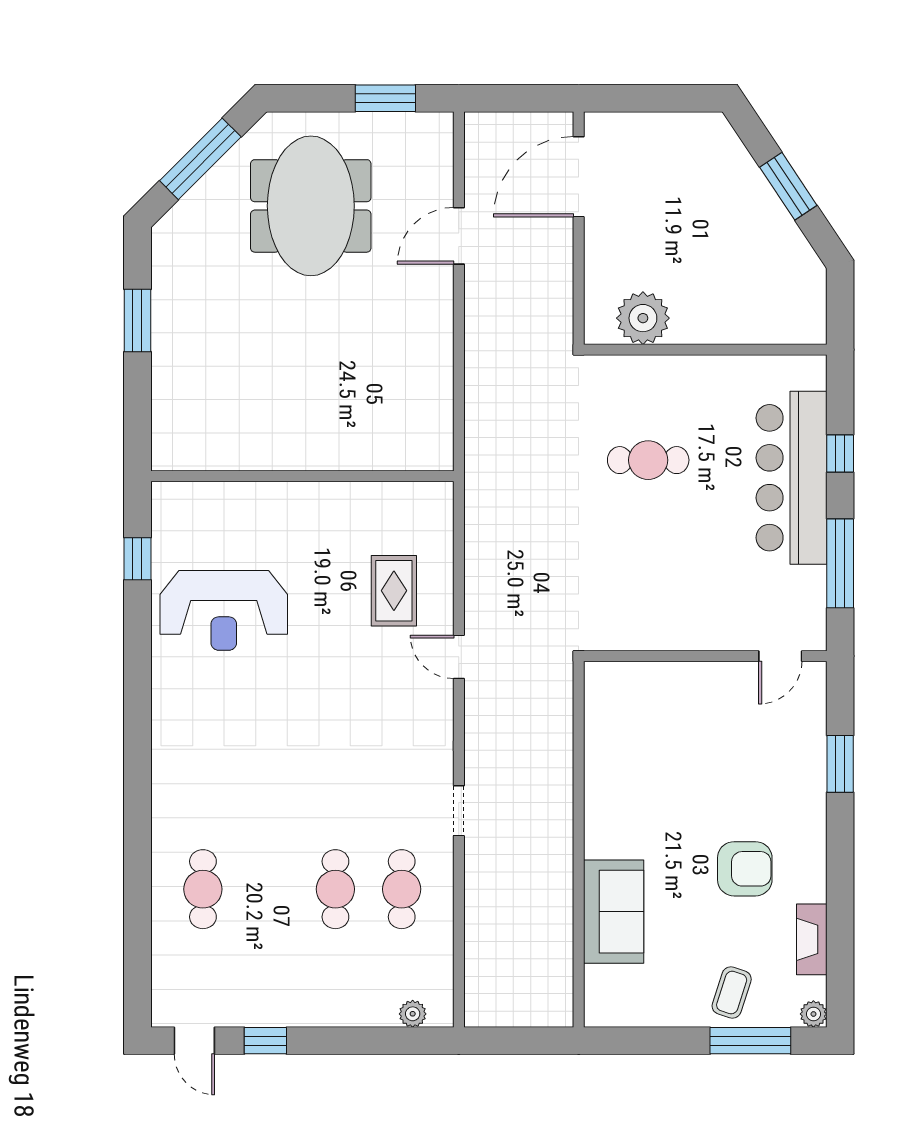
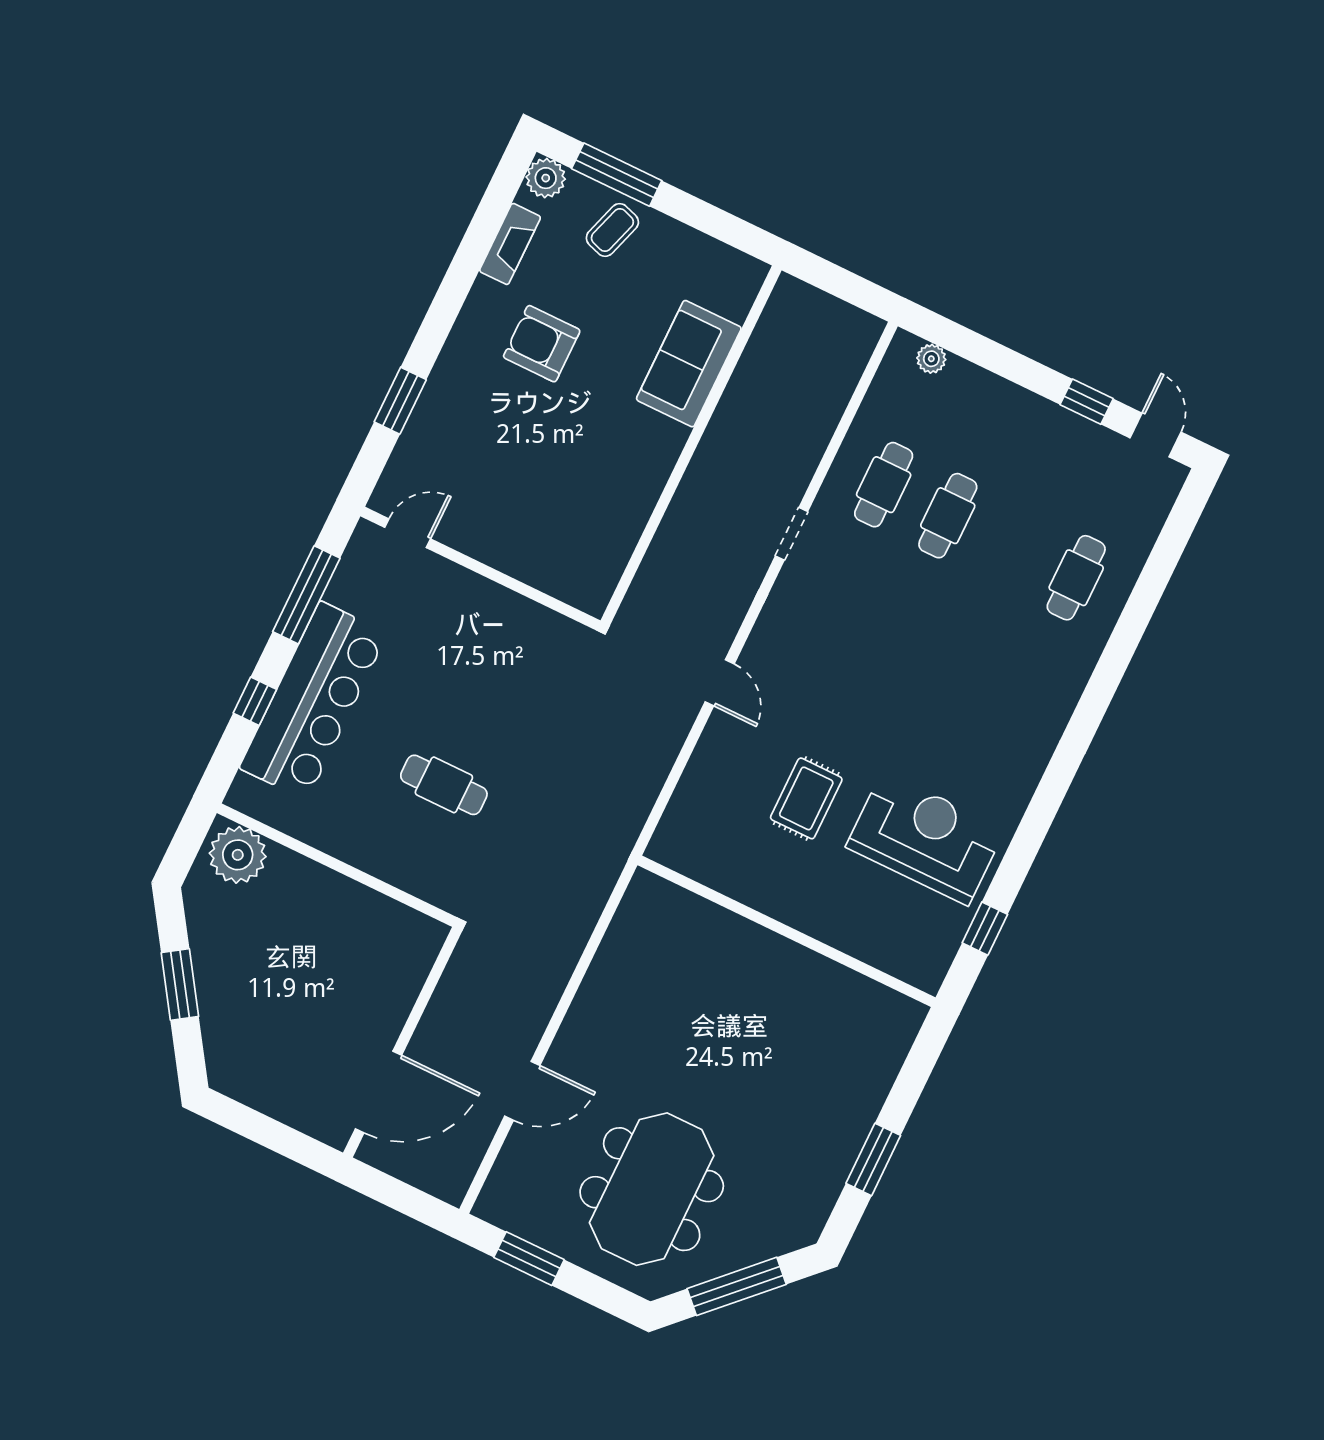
plant: (643, 318) -> (238, 855), moved
rug: (394, 591) -> (806, 798), moved
plant: (813, 1014) -> (546, 178), width x1.38, depth x1.38

